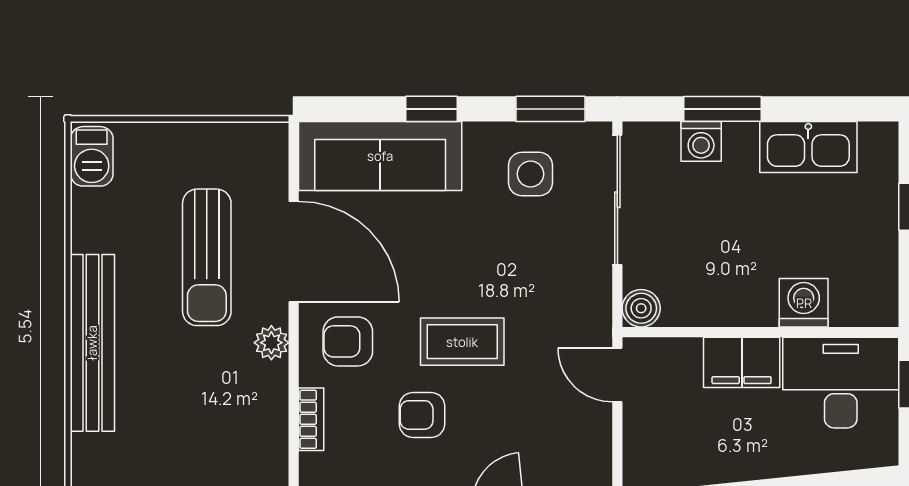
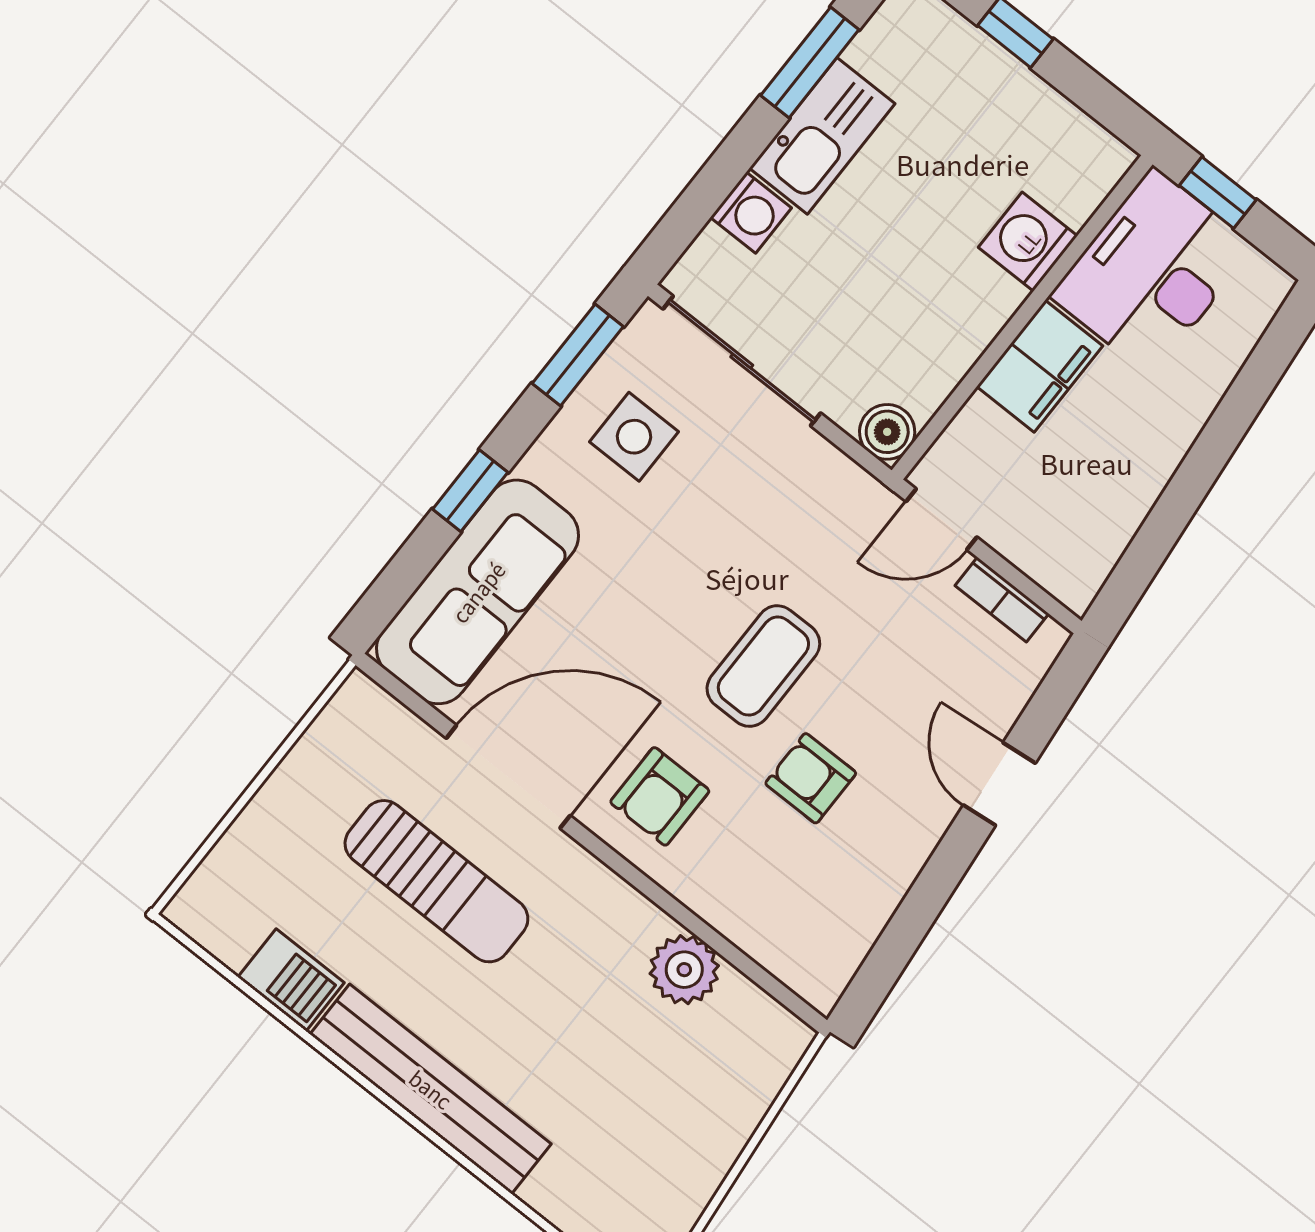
window: (723, 109) -> (810, 62), moved
kitchen sink: (808, 147) -> (822, 136), moved
barbecue: (92, 156) -> (291, 980), moved
plant: (271, 343) -> (684, 970), moved, width x1.38, depth x1.38
armchair: (422, 415) -> (811, 778), turned 90
bookcase: (311, 419) -> (1002, 600), moved, turned 180

